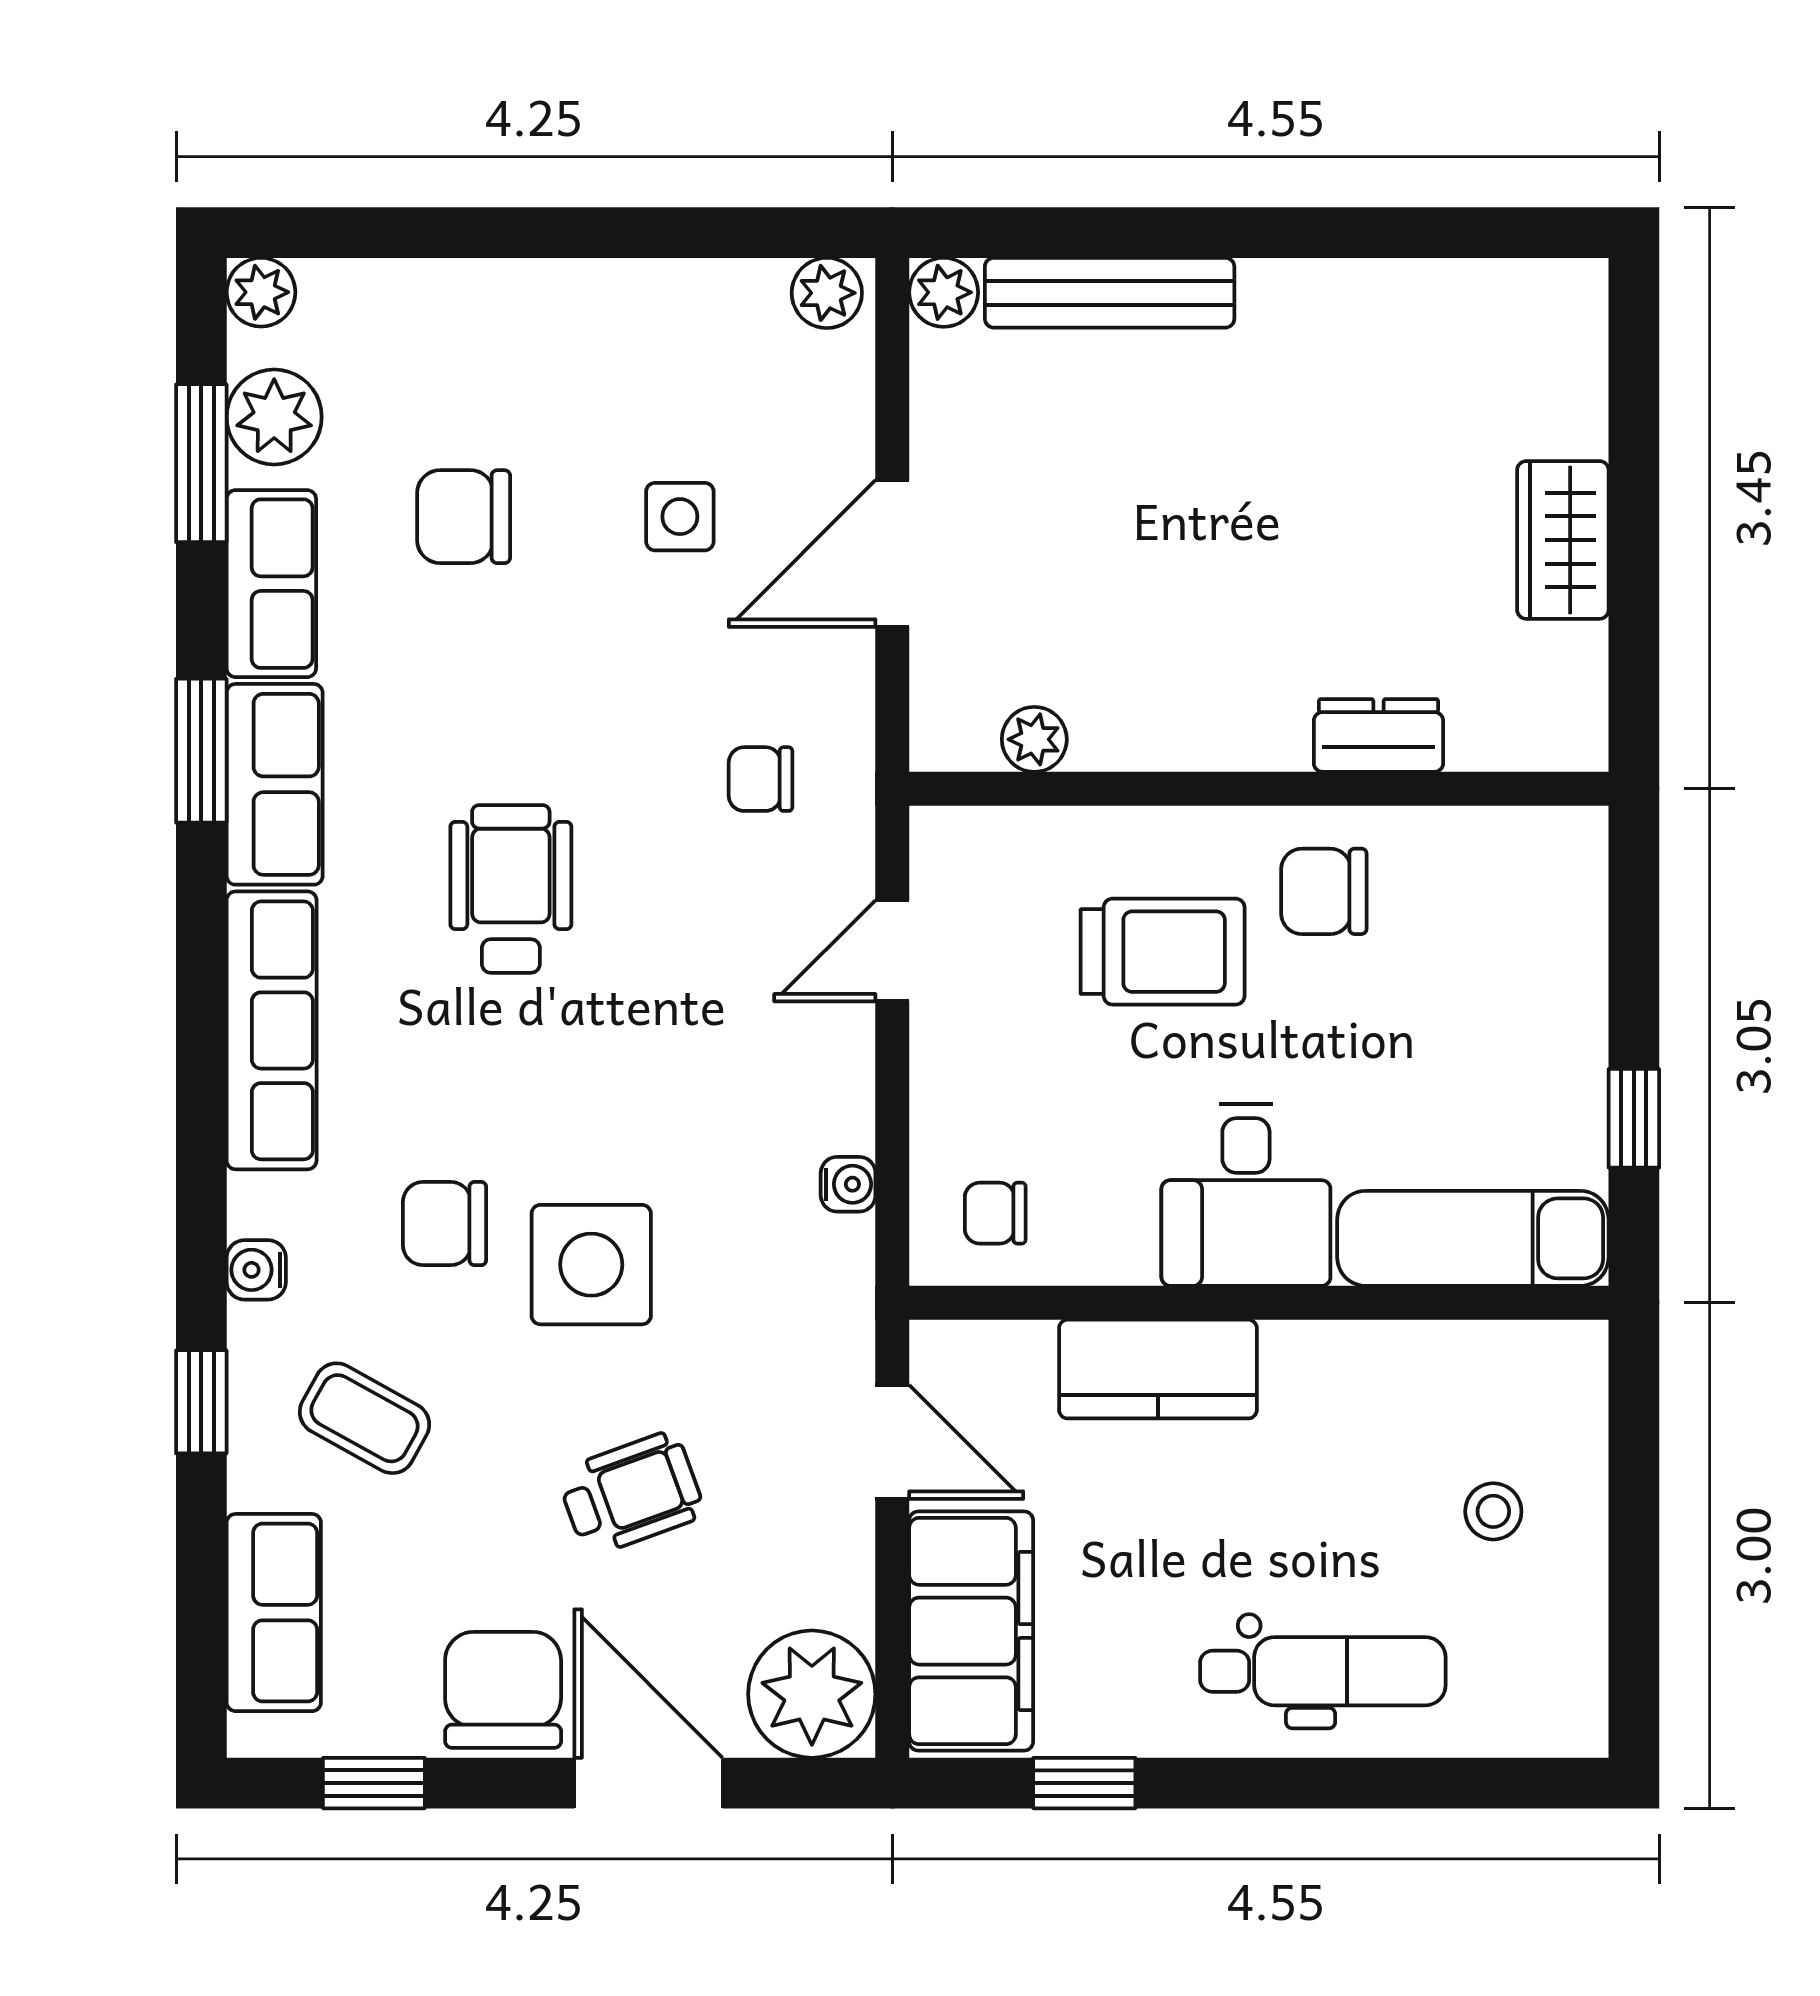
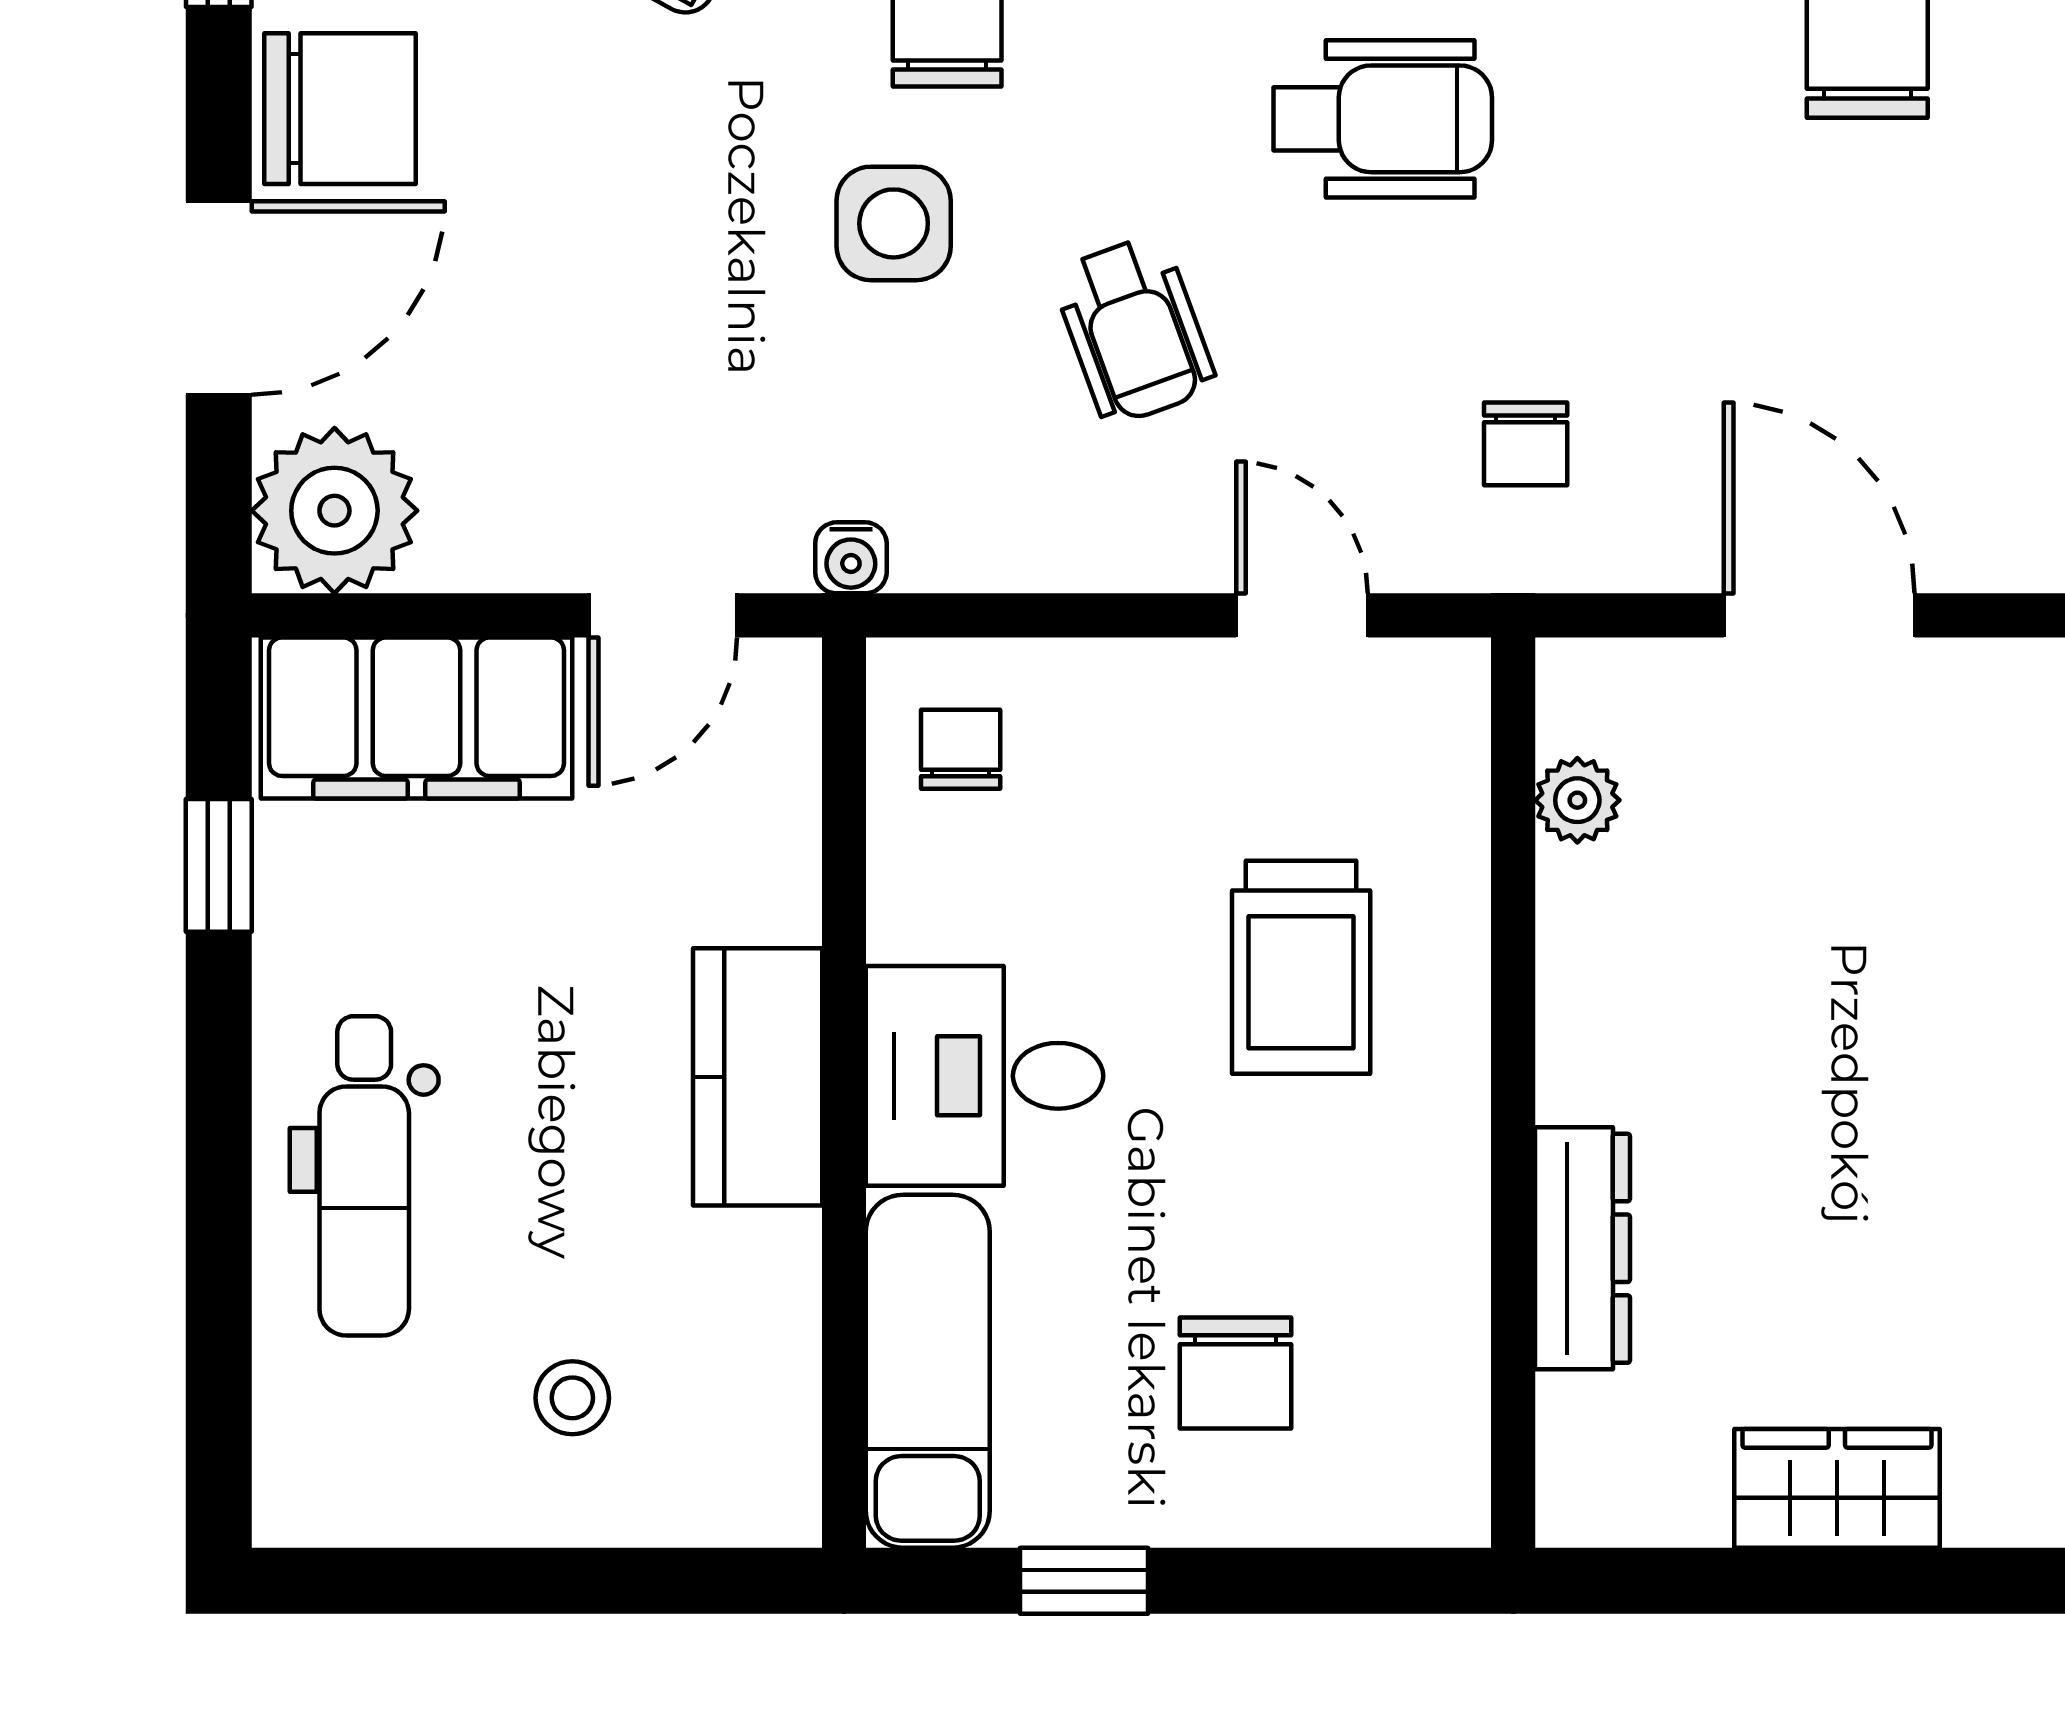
side table: (680, 517) -> (1867, 339), removed
dresser: (1379, 735) -> (1582, 1248), width x1.44
chair: (760, 779) -> (1526, 444), turned 180
chair: (1324, 891) -> (1235, 1373), moved, turned 180
water cooler: (848, 1184) -> (851, 558), moved
side table: (591, 1265) -> (894, 223), width x0.73, depth x0.73
kitchen counter: (1158, 1369) -> (758, 1077), moved
wheelchair: (631, 1494) -> (1134, 330), moved

